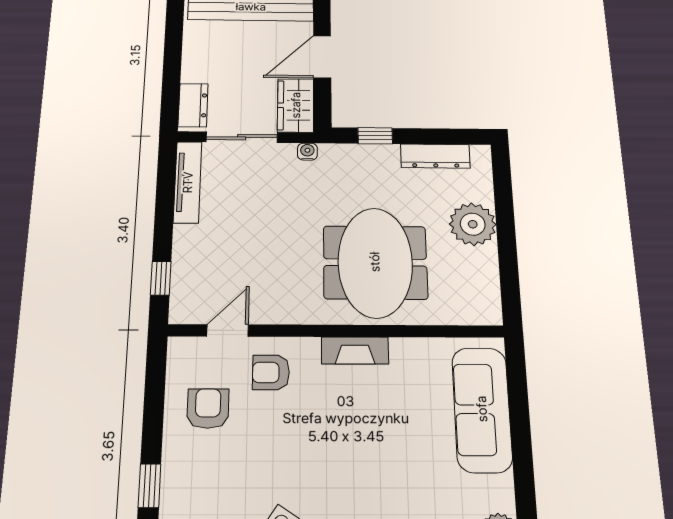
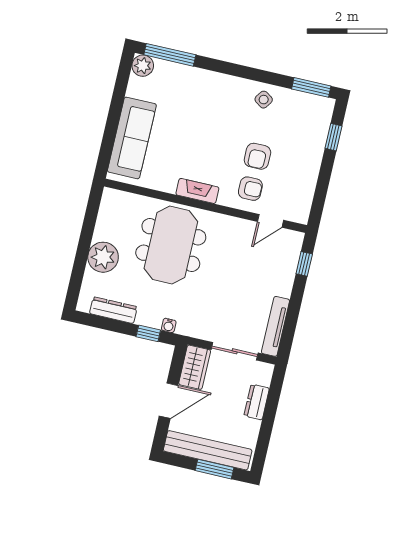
dresser: (193, 105) -> (257, 402), moved
water cooler: (307, 152) -> (169, 325), moved
armchair: (208, 408) -> (257, 156), moved

